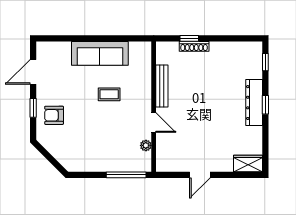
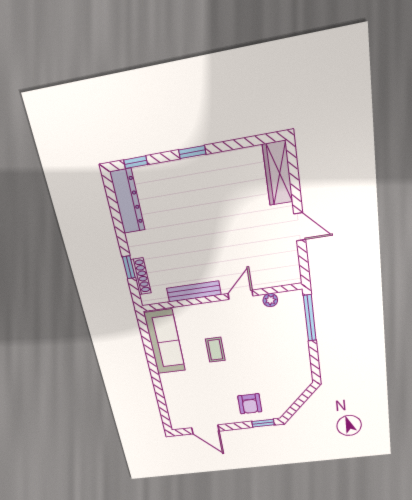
shoe rack: (194, 46) -> (141, 276), moved
sofa: (100, 53) -> (165, 342), moved
dresser: (254, 103) -> (127, 201), moved, turned -90
window: (33, 108) -> (263, 423), moved
wardrobe: (248, 163) -> (278, 173), width x1.50

